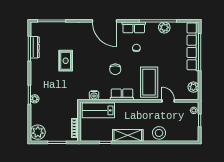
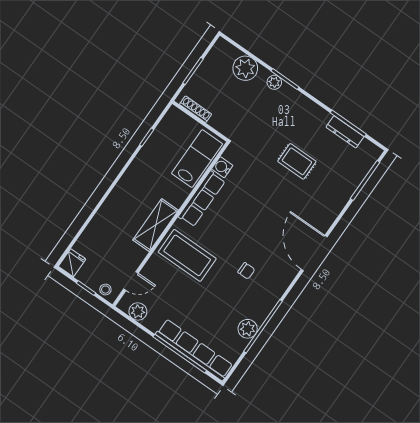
door: (105, 21) -> (314, 253), hinge flipped
row of seats: (134, 27) -> (277, 287), removed
chair: (115, 69) -> (237, 221), removed
row of seats: (122, 94) -> (202, 199), width x1.48
door: (168, 101) -> (131, 281), moved
plant: (38, 132) -> (245, 68), moved
stool: (159, 133) -> (108, 220), removed
shelving: (128, 135) -> (156, 225), moved
fridge: (192, 136) -> (72, 263), added

